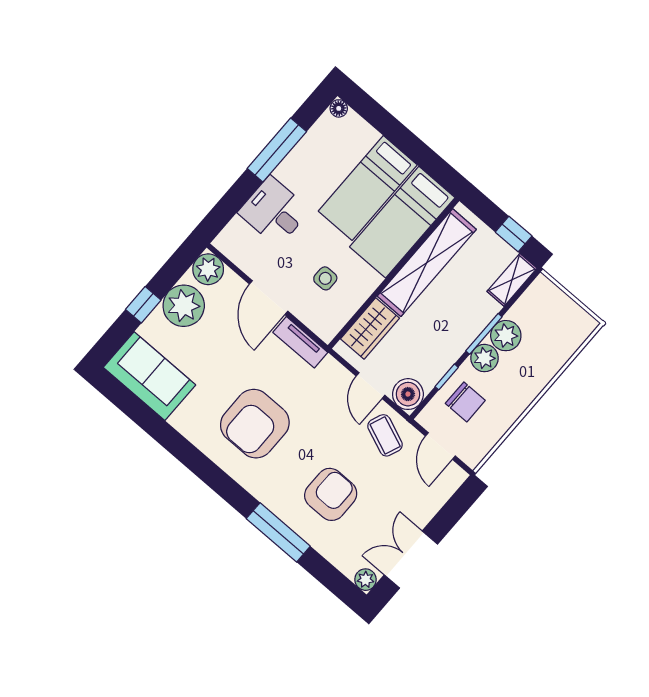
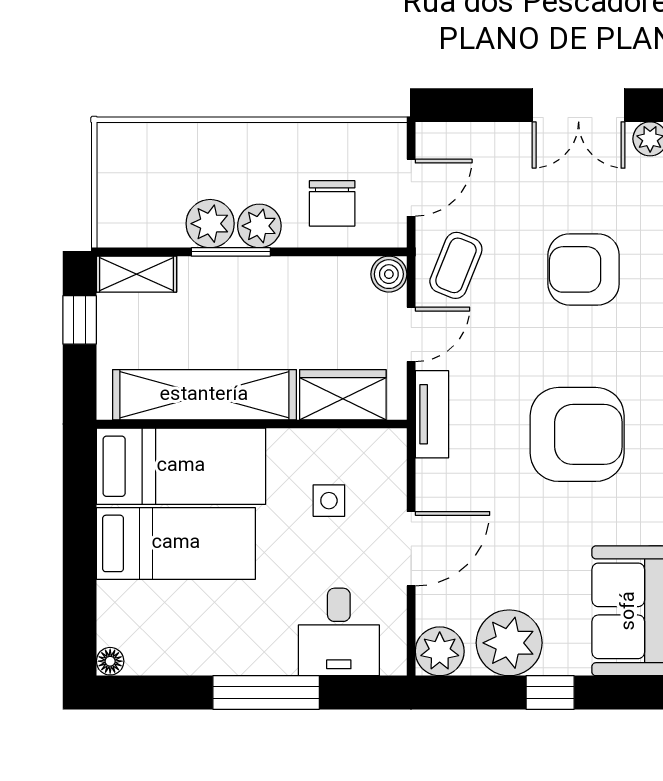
window: (277, 150) -> (266, 693), moved
desk: (274, 211) -> (339, 632), moved
tv unit: (300, 342) -> (432, 414), moved
window: (447, 377) -> (321, 252), removed
boiler: (408, 394) -> (389, 274), width x0.73, depth x0.73
chair: (465, 402) -> (332, 203), turned 180

